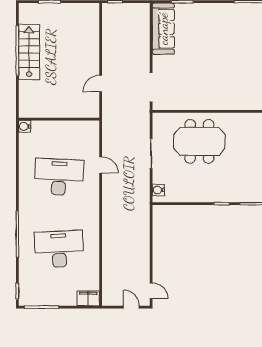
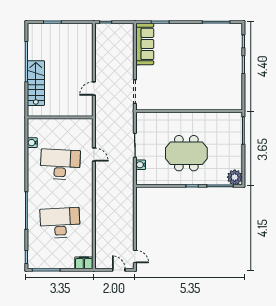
stairs: (29, 52) -> (36, 83), moved
water cooler: (25, 126) -> (32, 143), moved
meeting table: (199, 141) -> (186, 153), moved
water cooler: (158, 190) -> (141, 165), moved

